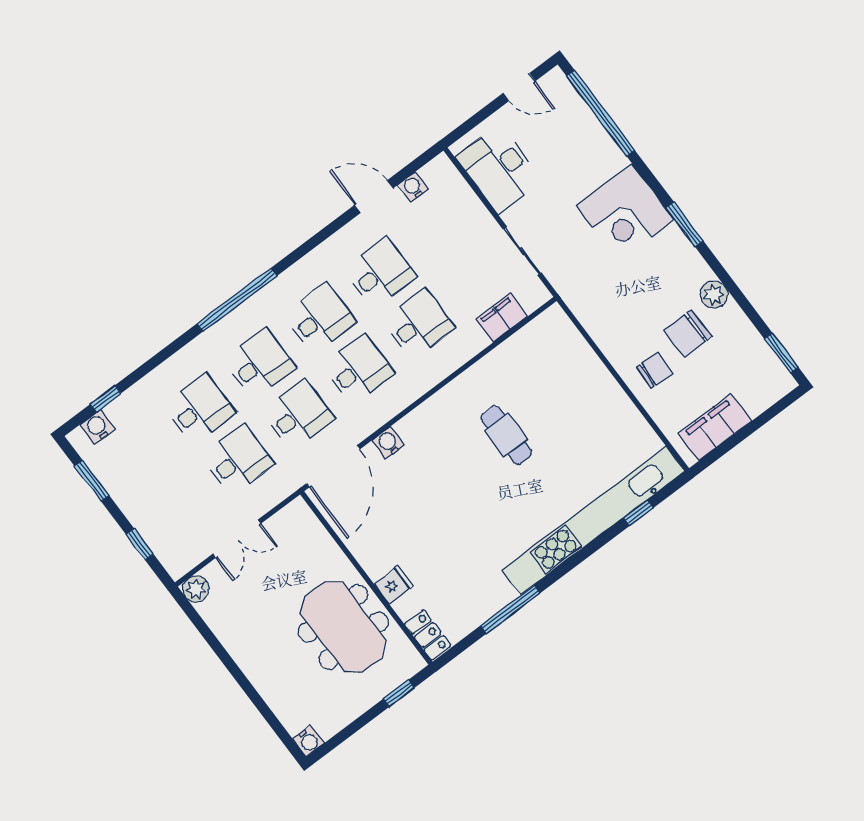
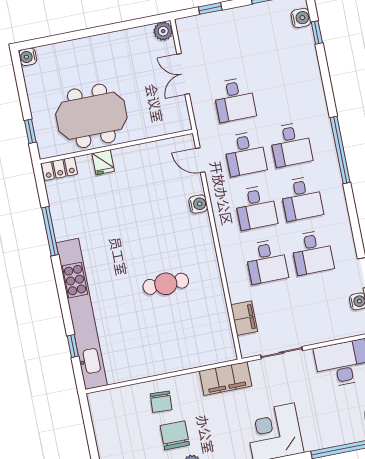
desk: (199, 409) -> (280, 91), removed
filing cabinet: (715, 427) -> (226, 379), moved, turned 90
door: (333, 466) -> (200, 160), width x0.53

